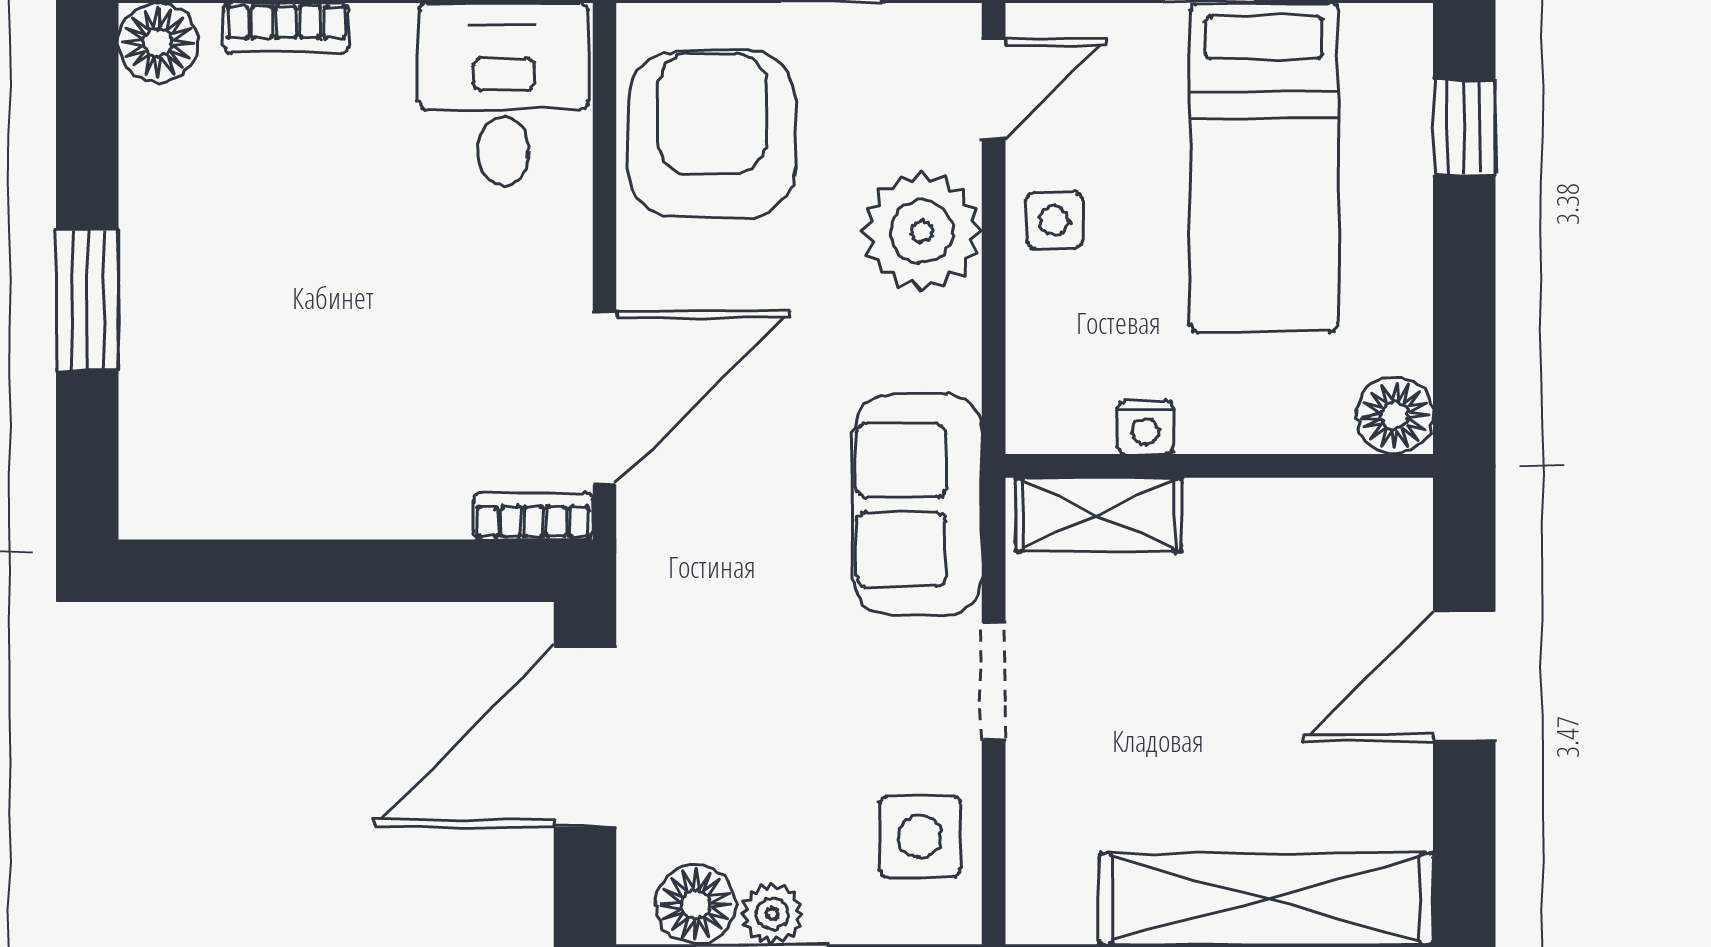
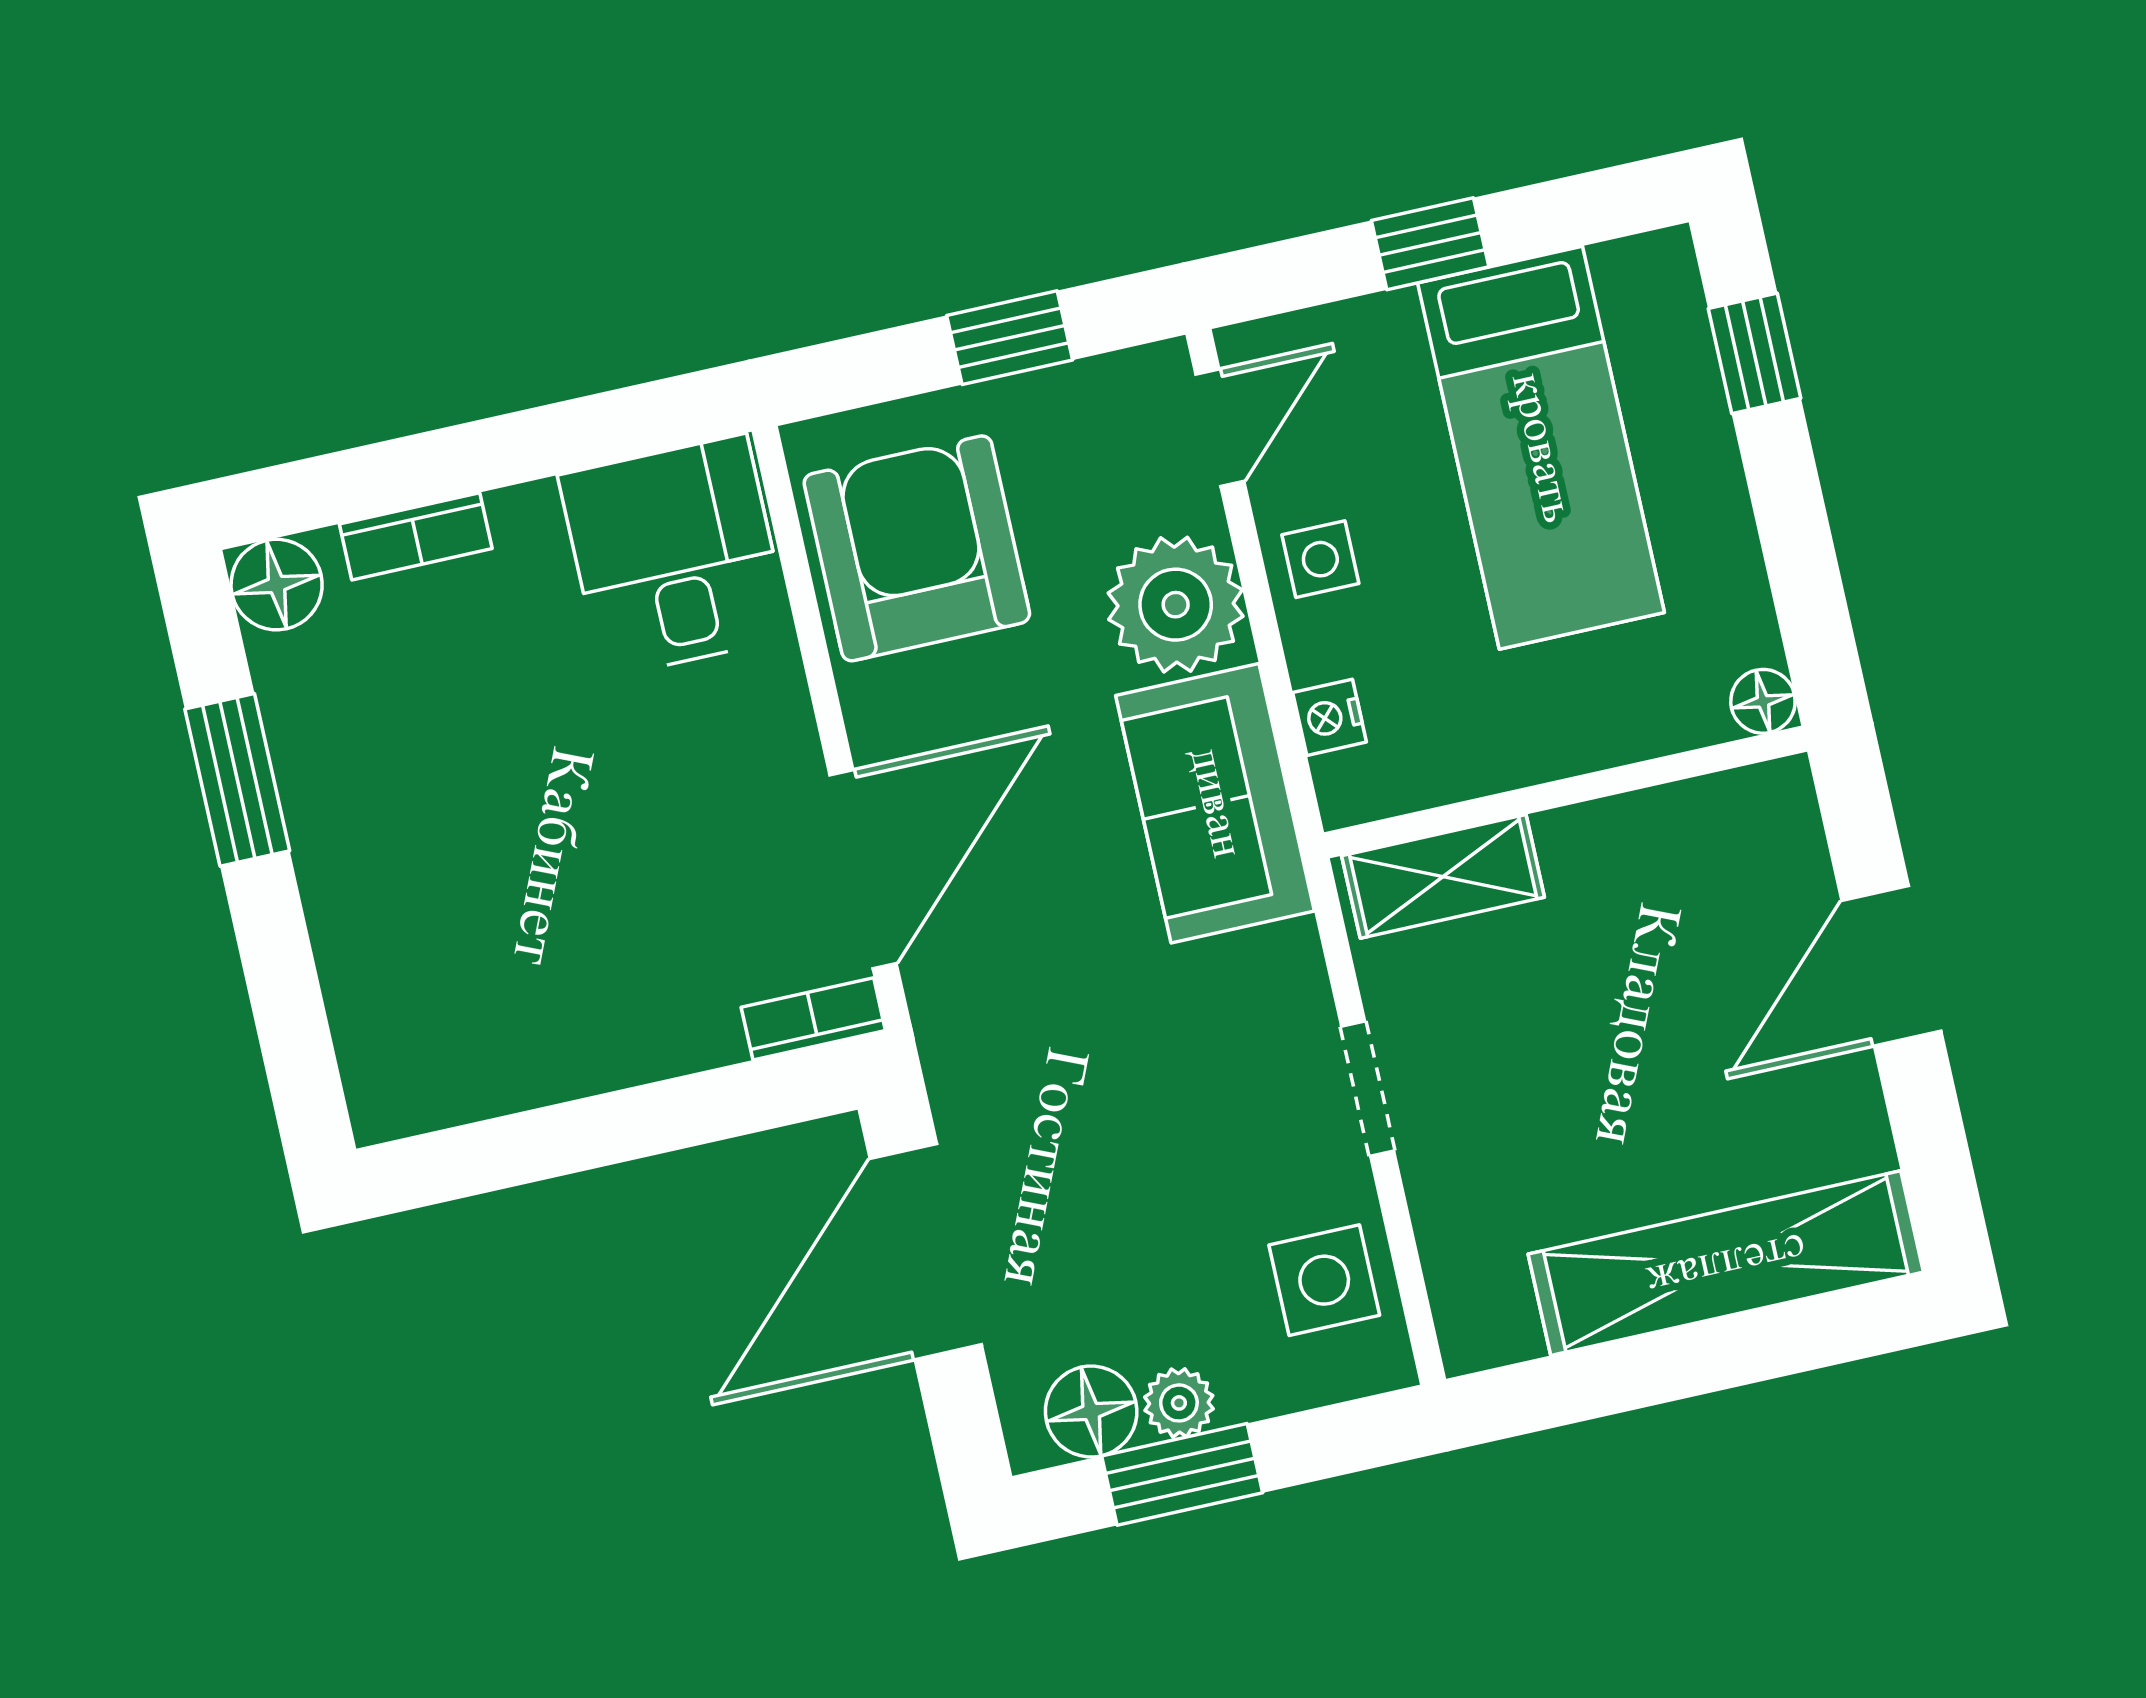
window: (87, 300) -> (237, 780), moved
floor lamp: (1395, 416) -> (1763, 701), width x0.73, depth x0.73
nightstand: (1145, 427) -> (1330, 717), moved, turned 90
sofa: (918, 505) -> (1215, 803), moved

